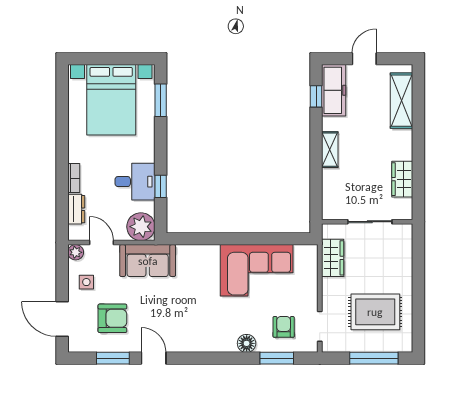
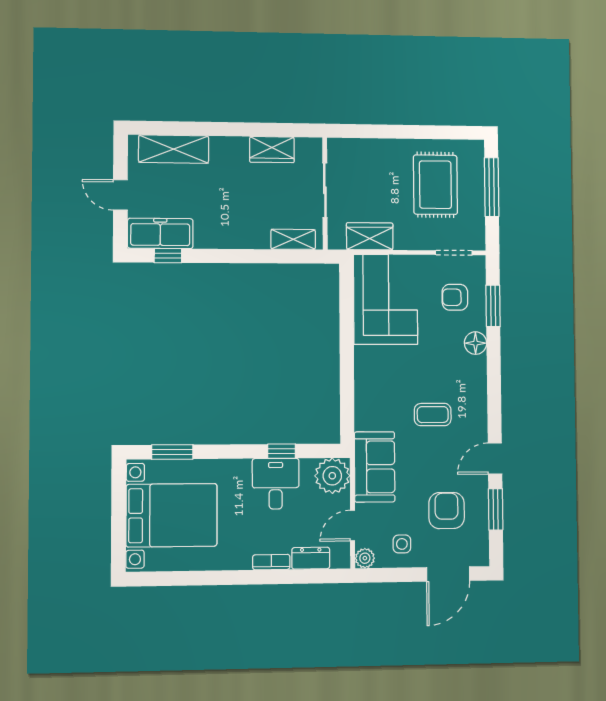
shelving: (330, 150) -> (293, 239), moved
corner sofa: (257, 270) -> (385, 299), moved
coffee table: (189, 308) -> (433, 415), added

